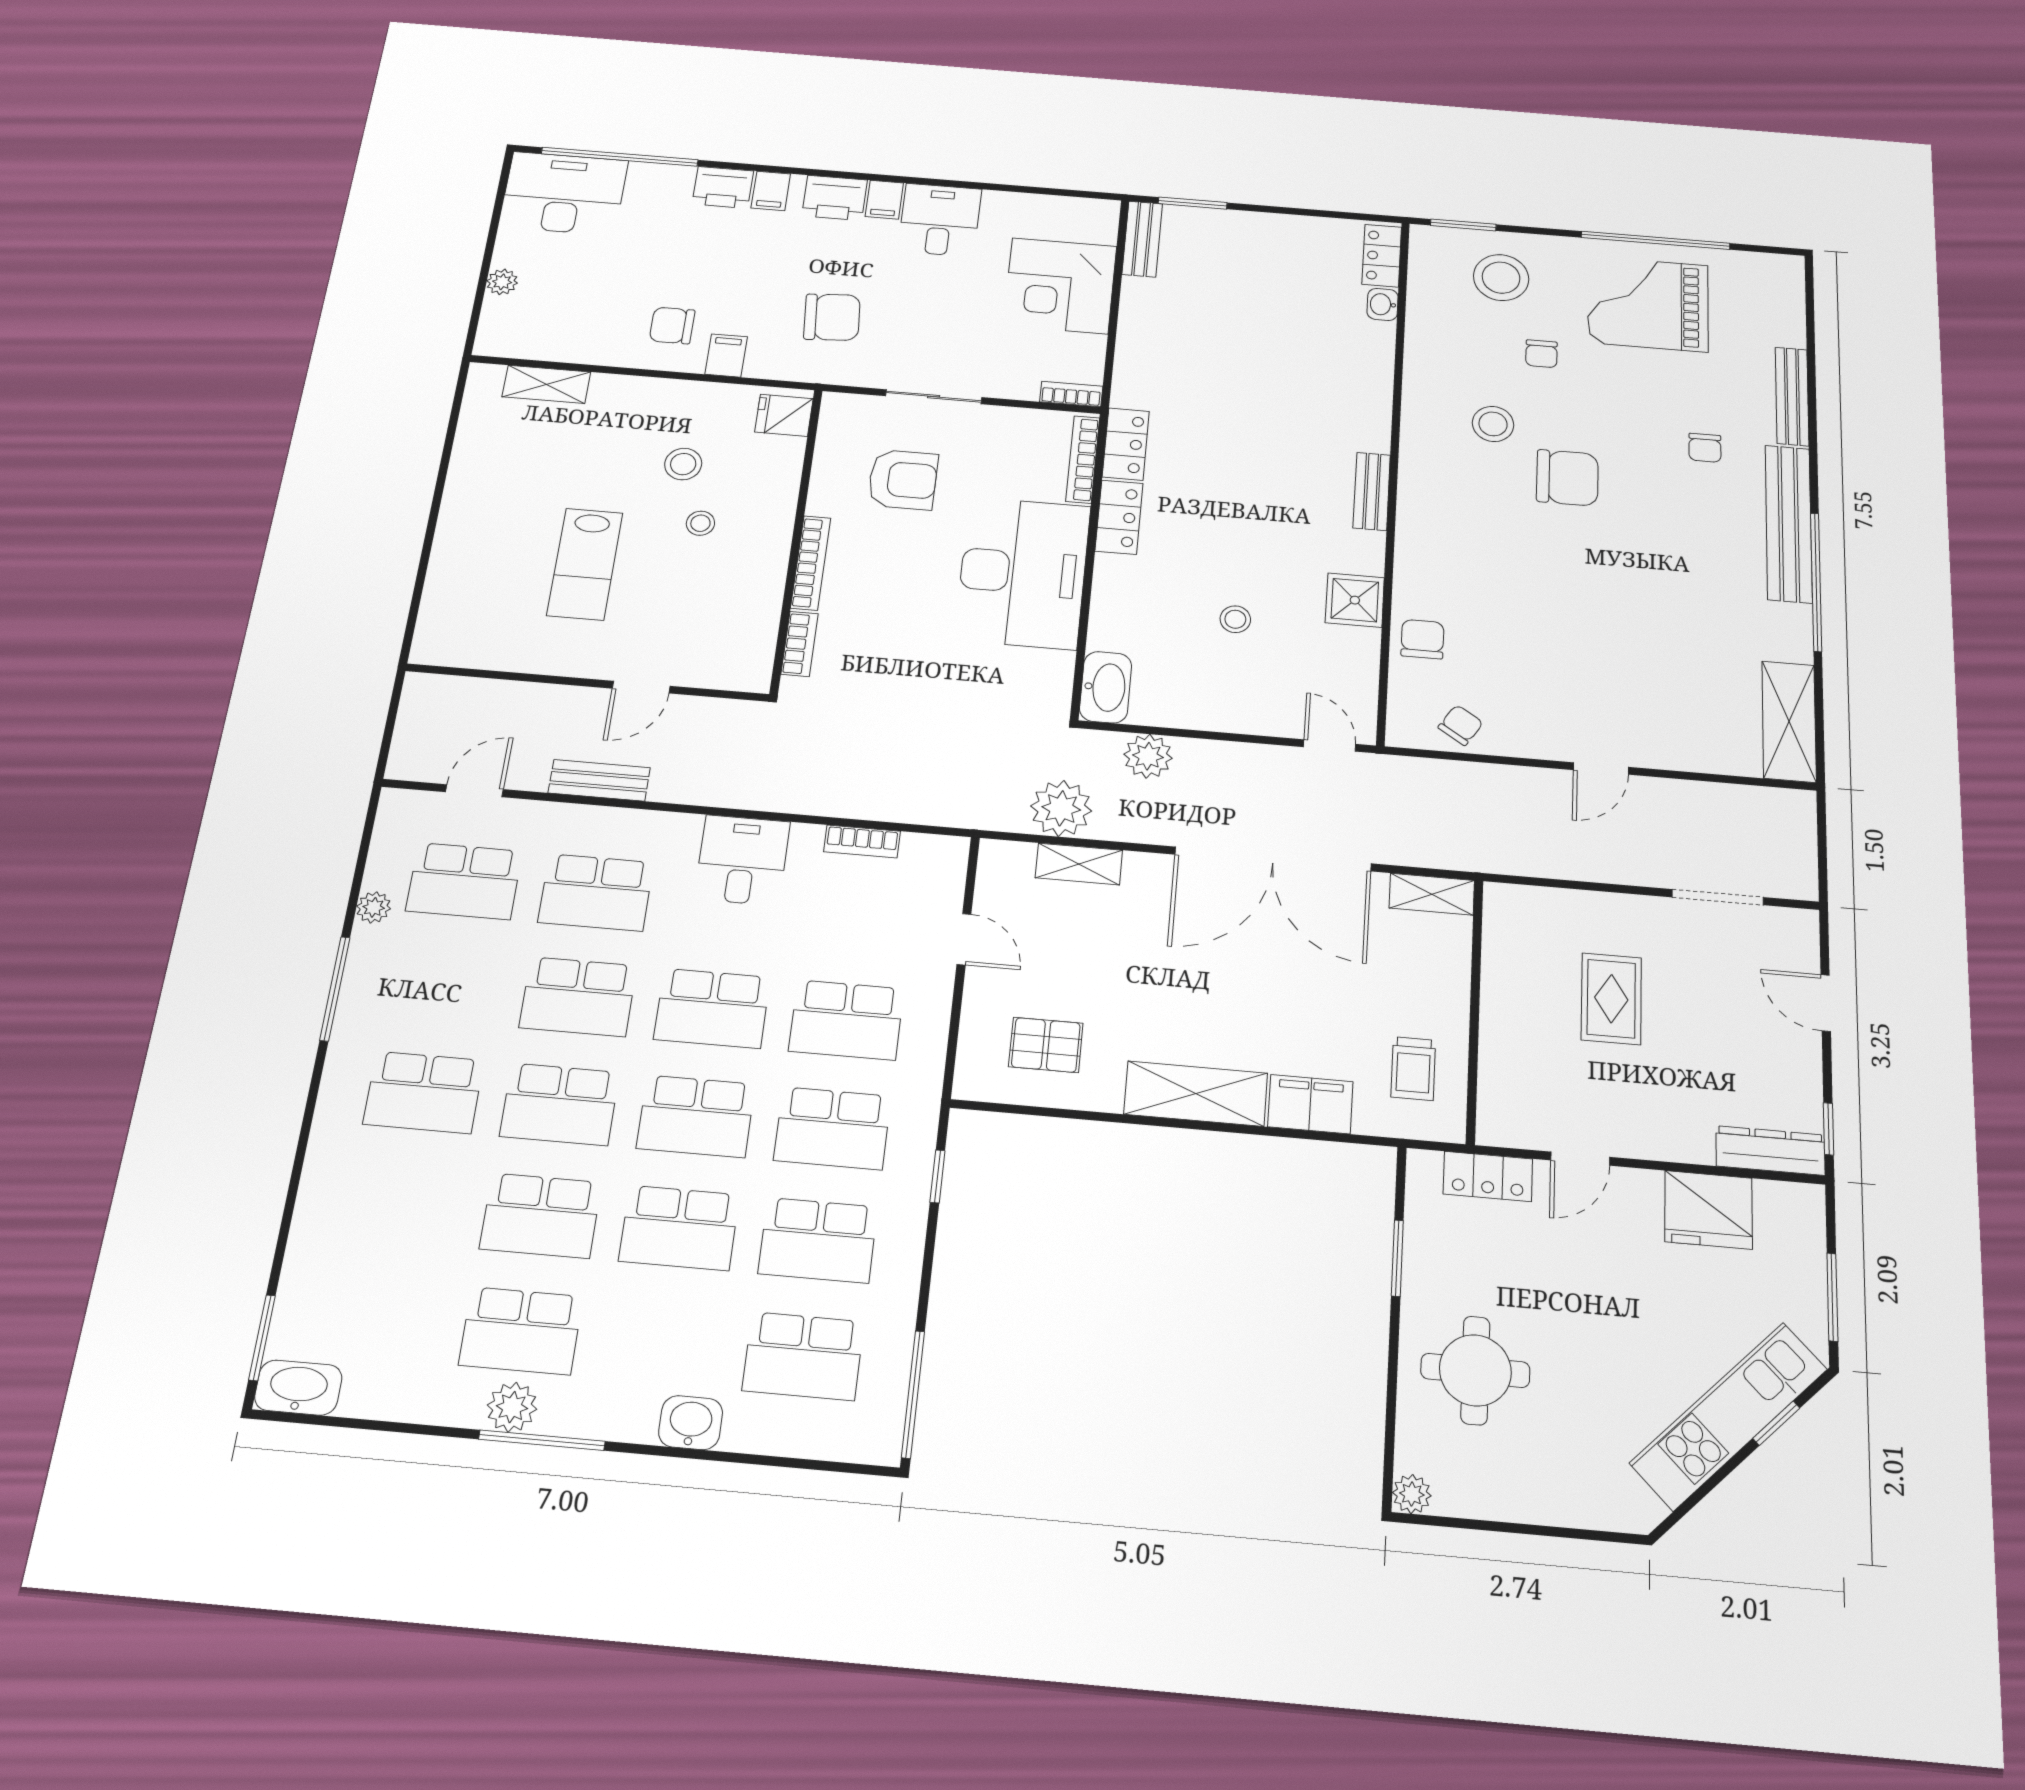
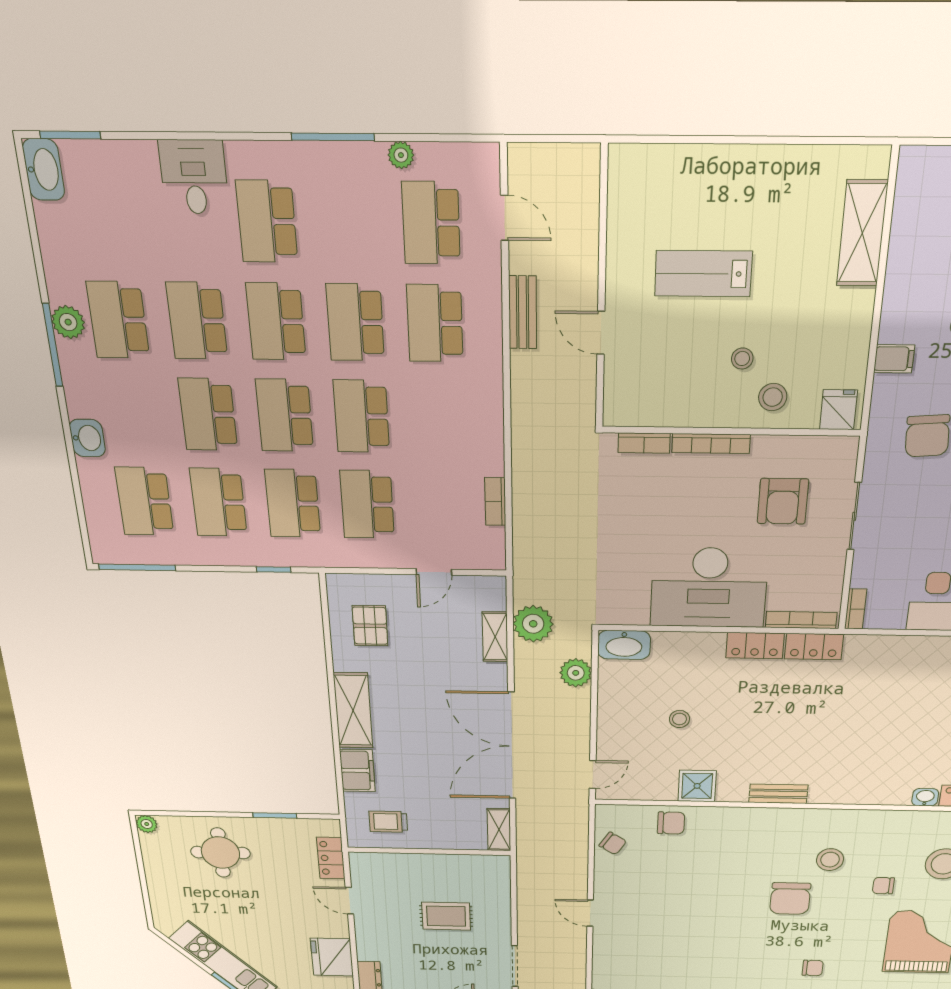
chair: (672, 325) -> (924, 312), removed
shelving: (546, 384) -> (862, 233), width x1.50, depth x1.33
chair: (1705, 448) -> (813, 968), turned 180
stool: (683, 464) -> (773, 397), moved
desk: (742, 860) -> (194, 177), moved, turned -90

